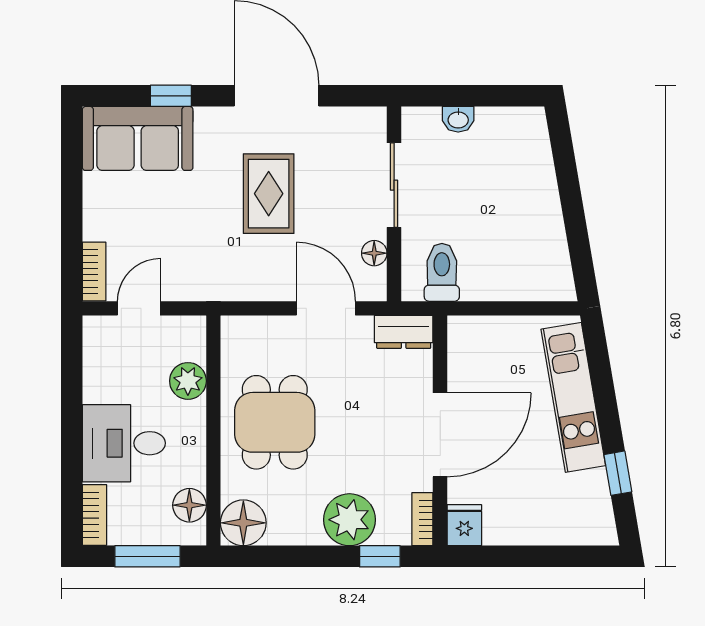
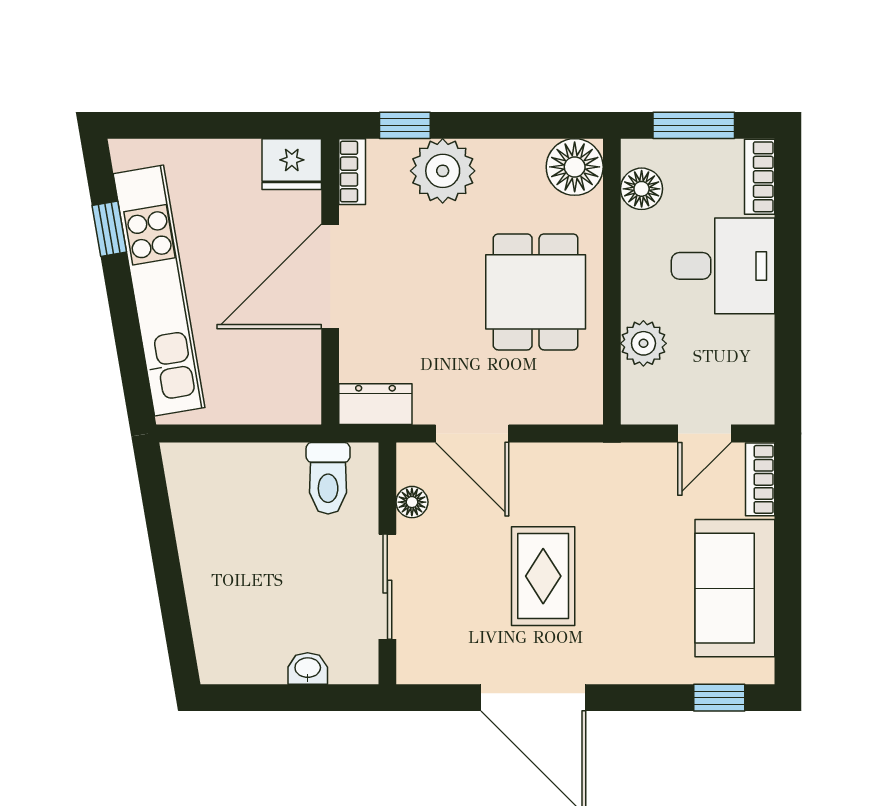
window: (171, 96) -> (719, 698), moved
sofa: (138, 138) -> (735, 588), moved, turned -90
kitchen unit: (573, 397) -> (159, 291), width x1.36
fridge: (464, 525) -> (292, 164), width x1.38

